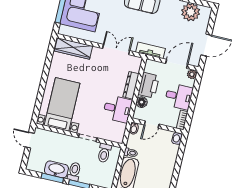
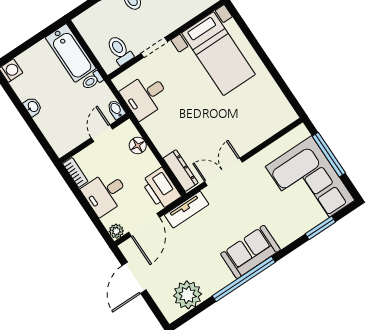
wardrobe: (73, 49) -> (269, 125), removed
double door: (116, 50) -> (223, 172), swing flipped
dresser: (131, 85) -> (181, 171), moved
printer: (149, 85) -> (161, 189), moved
desk: (117, 109) -> (145, 96), moved
washbasin: (177, 139) -> (33, 107), moved

